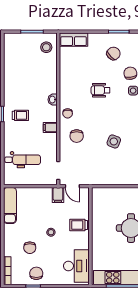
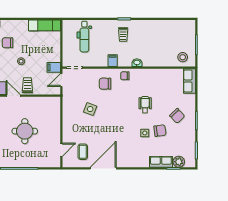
side table: (114, 141) -> (90, 109), moved
door: (90, 241) -> (13, 96), added

